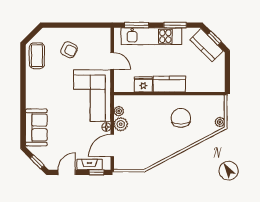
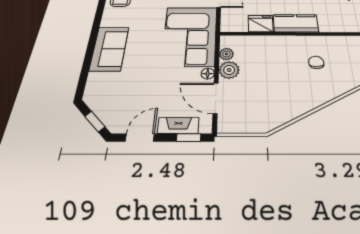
chair: (181, 118) -> (316, 62), width x0.54, depth x0.54
sofa: (36, 127) -> (109, 49), moved
door: (112, 145) -> (216, 98), hinge flipped

